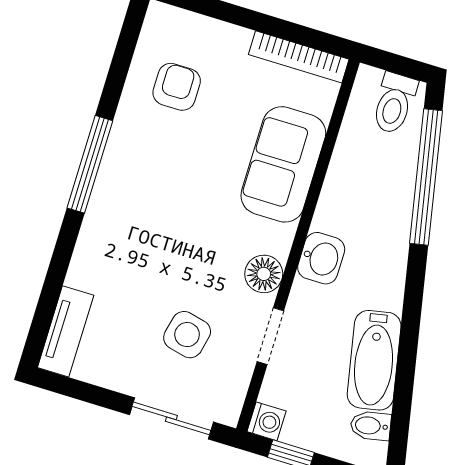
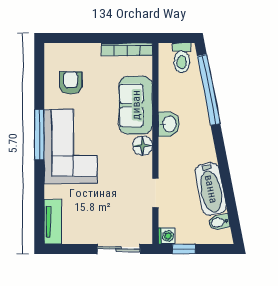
corner sofa: (141, 204) -> (71, 147), added
washbasin: (321, 258) -> (169, 124), moved
floor lamp: (264, 274) -> (143, 146), moved
side table: (187, 335) -> (114, 205), removed

